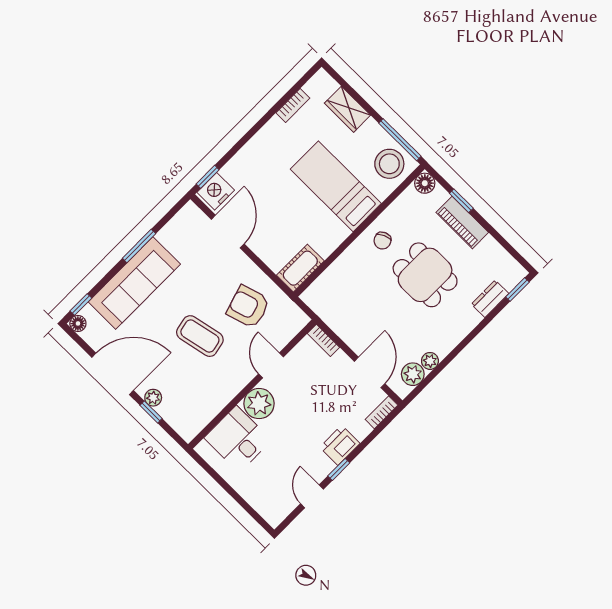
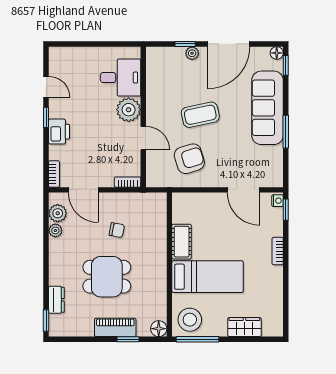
bookcase: (293, 105) -> (278, 251), moved
nightstand: (216, 191) -> (278, 201), width x0.53, depth x0.56
chair: (382, 241) -> (117, 230), moved, turned 124
cot: (300, 268) -> (182, 242), moved

